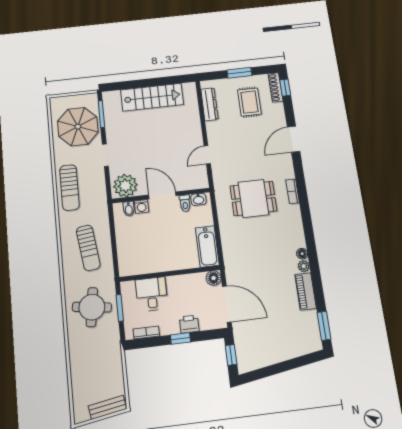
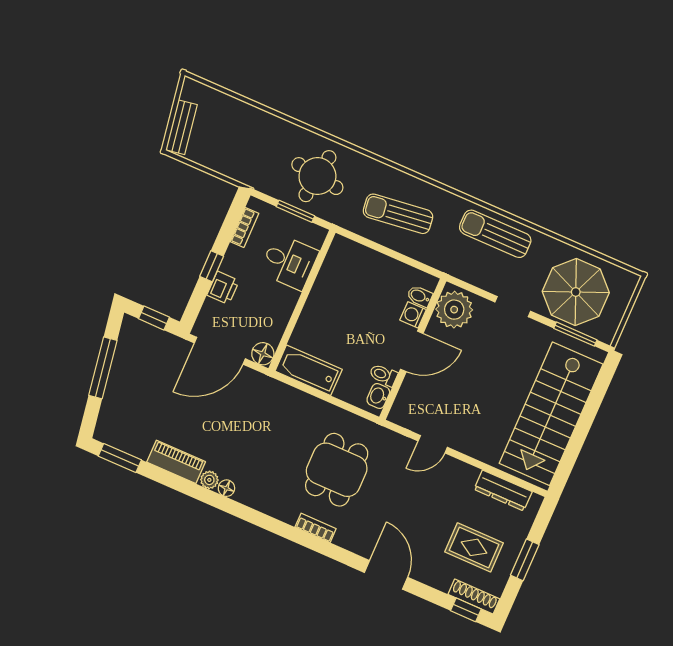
stairs: (152, 97) -> (551, 414), width x1.36, depth x1.51
door: (207, 155) -> (433, 444), swing flipped
window: (279, 368) -> (103, 368), added

